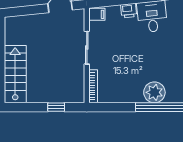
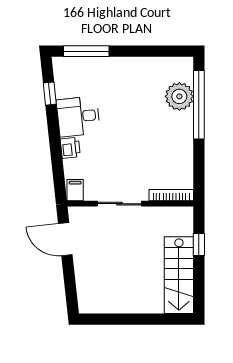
stairs: (15, 74) -> (179, 275), moved, turned -90
plant: (154, 92) -> (179, 96), moved

